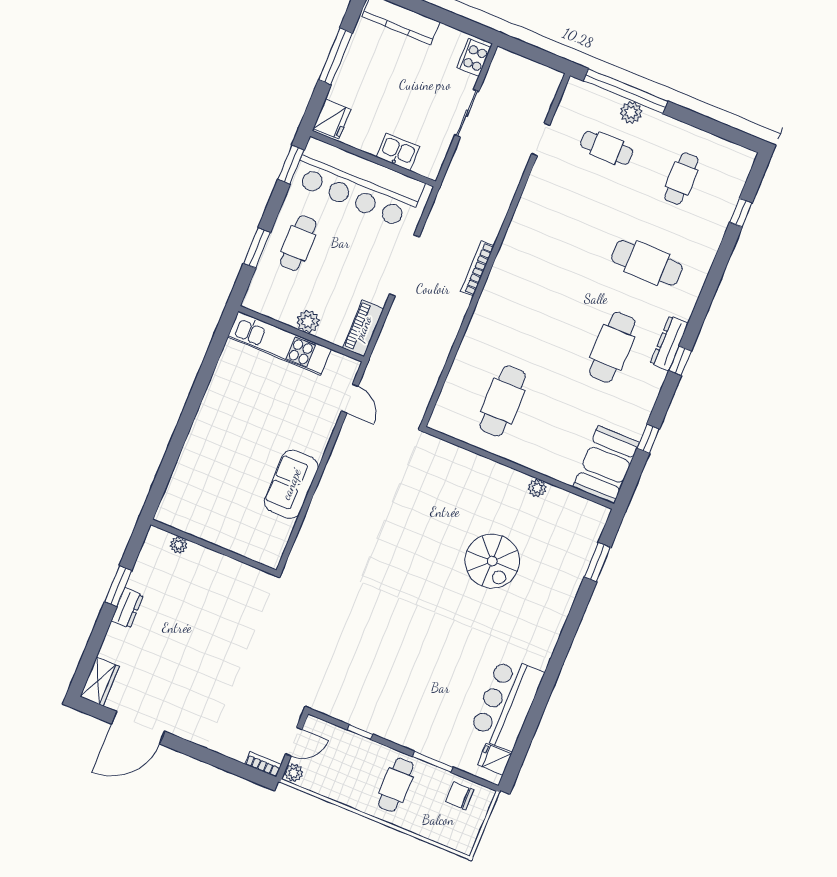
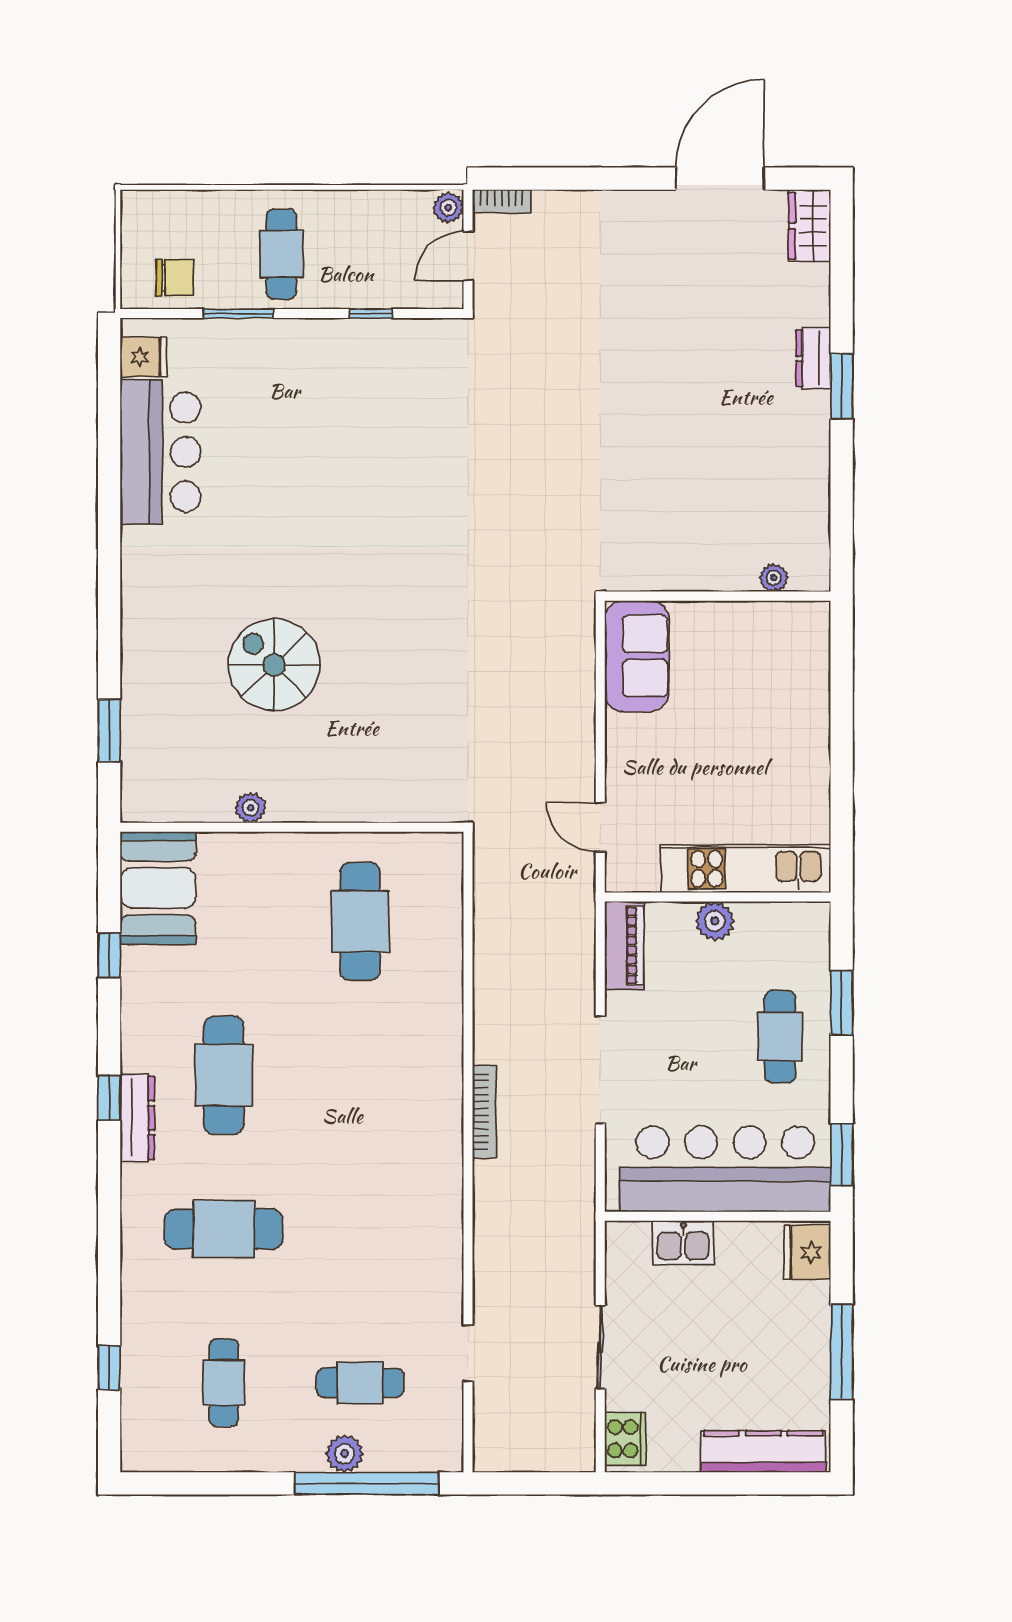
plant: (179, 545) -> (774, 578), moved
wall: (214, 547) -> (718, 596), moved

